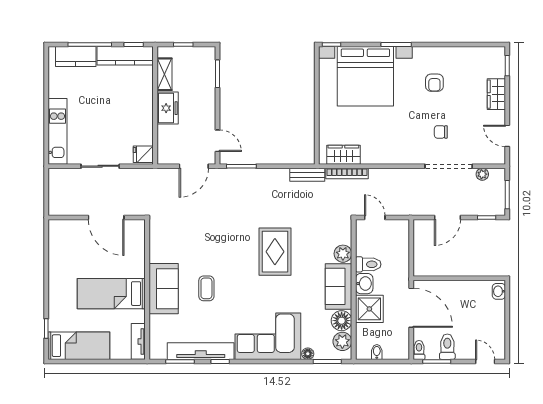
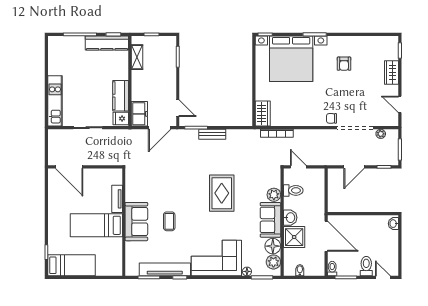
kitchen counter: (76, 57) -> (121, 96), moved, turned 90
freezer: (168, 108) -> (139, 114), moved
chair: (441, 132) -> (332, 118), moved
wardrobe: (343, 155) -> (263, 114), moved, turned 90
bench: (307, 175) -> (212, 134), moved
door: (106, 217) -> (69, 167), moved
toilet: (368, 264) -> (293, 190), moved
tv unit: (138, 341) -> (117, 199), moved
toilet: (447, 347) -> (366, 266), moved

